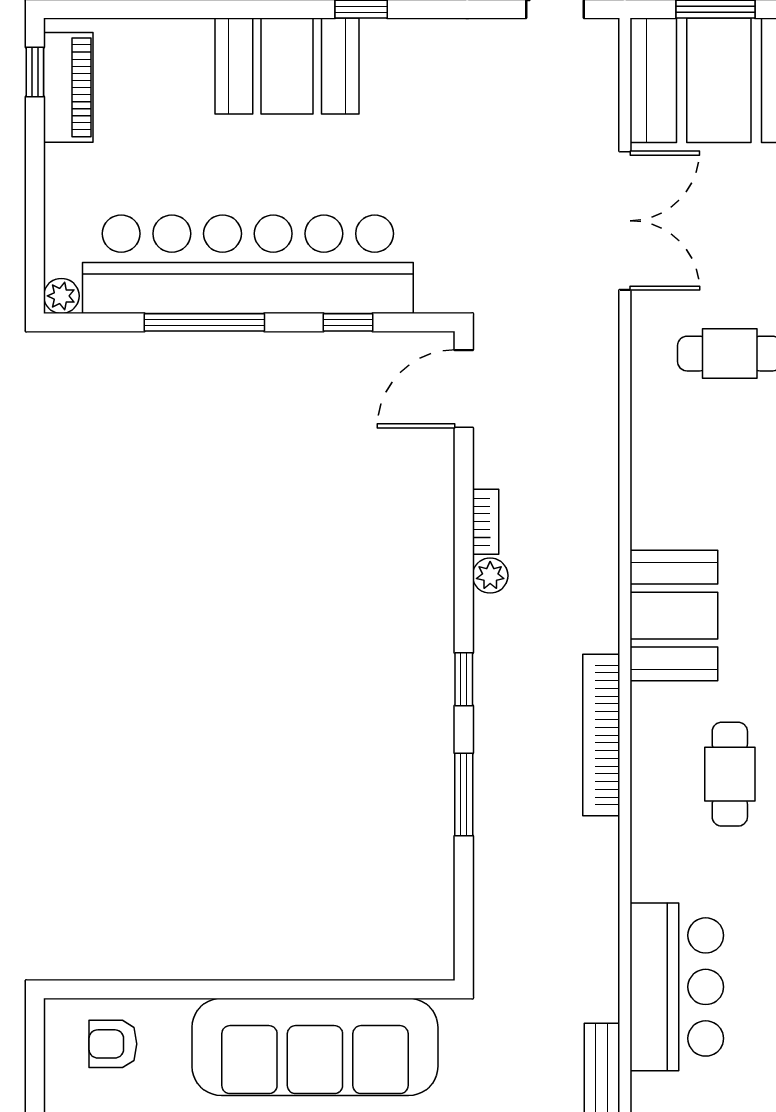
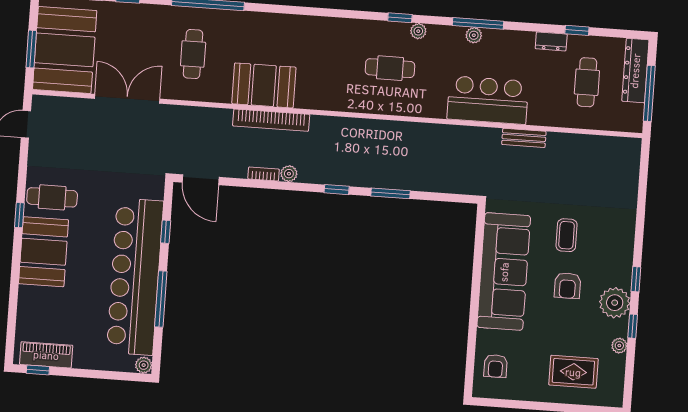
cafe table: (404, 76) -> (52, 197), added
booth: (674, 616) -> (264, 85), moved
bookcase: (601, 735) -> (271, 120), moved

